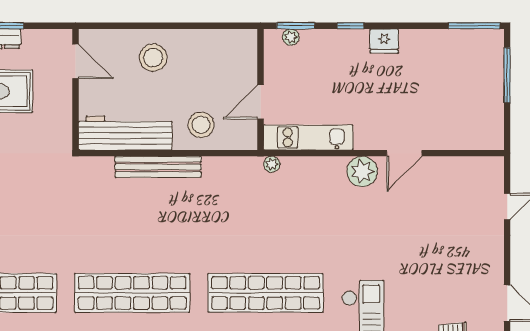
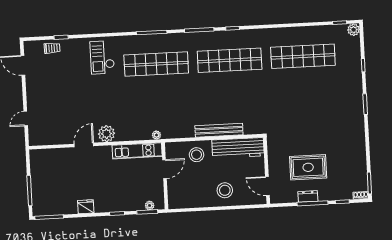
fridge: (384, 41) -> (86, 207), moved

